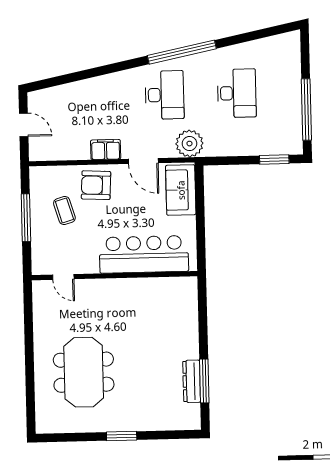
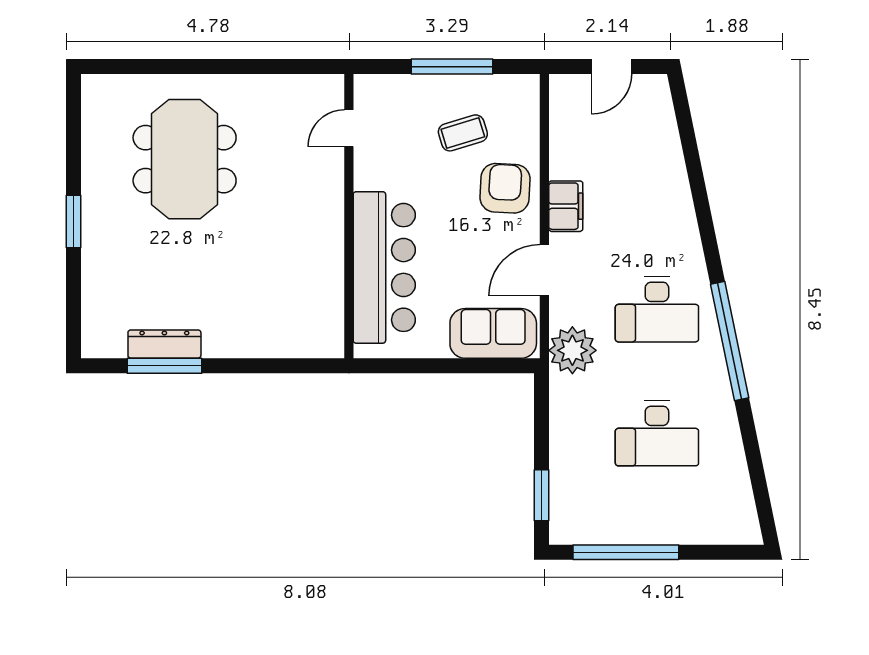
meeting table: (84, 372) -> (185, 159), turned 90

